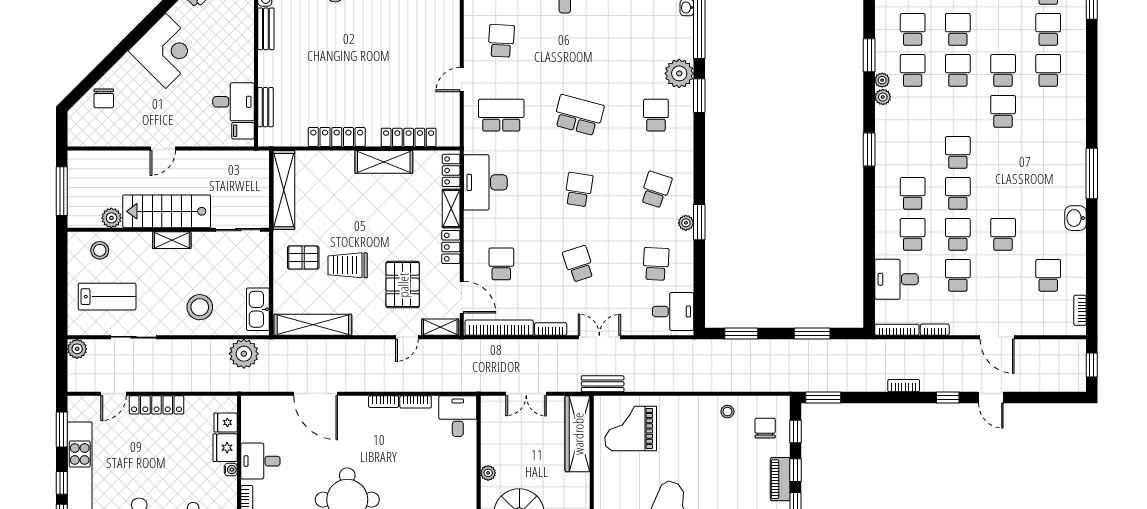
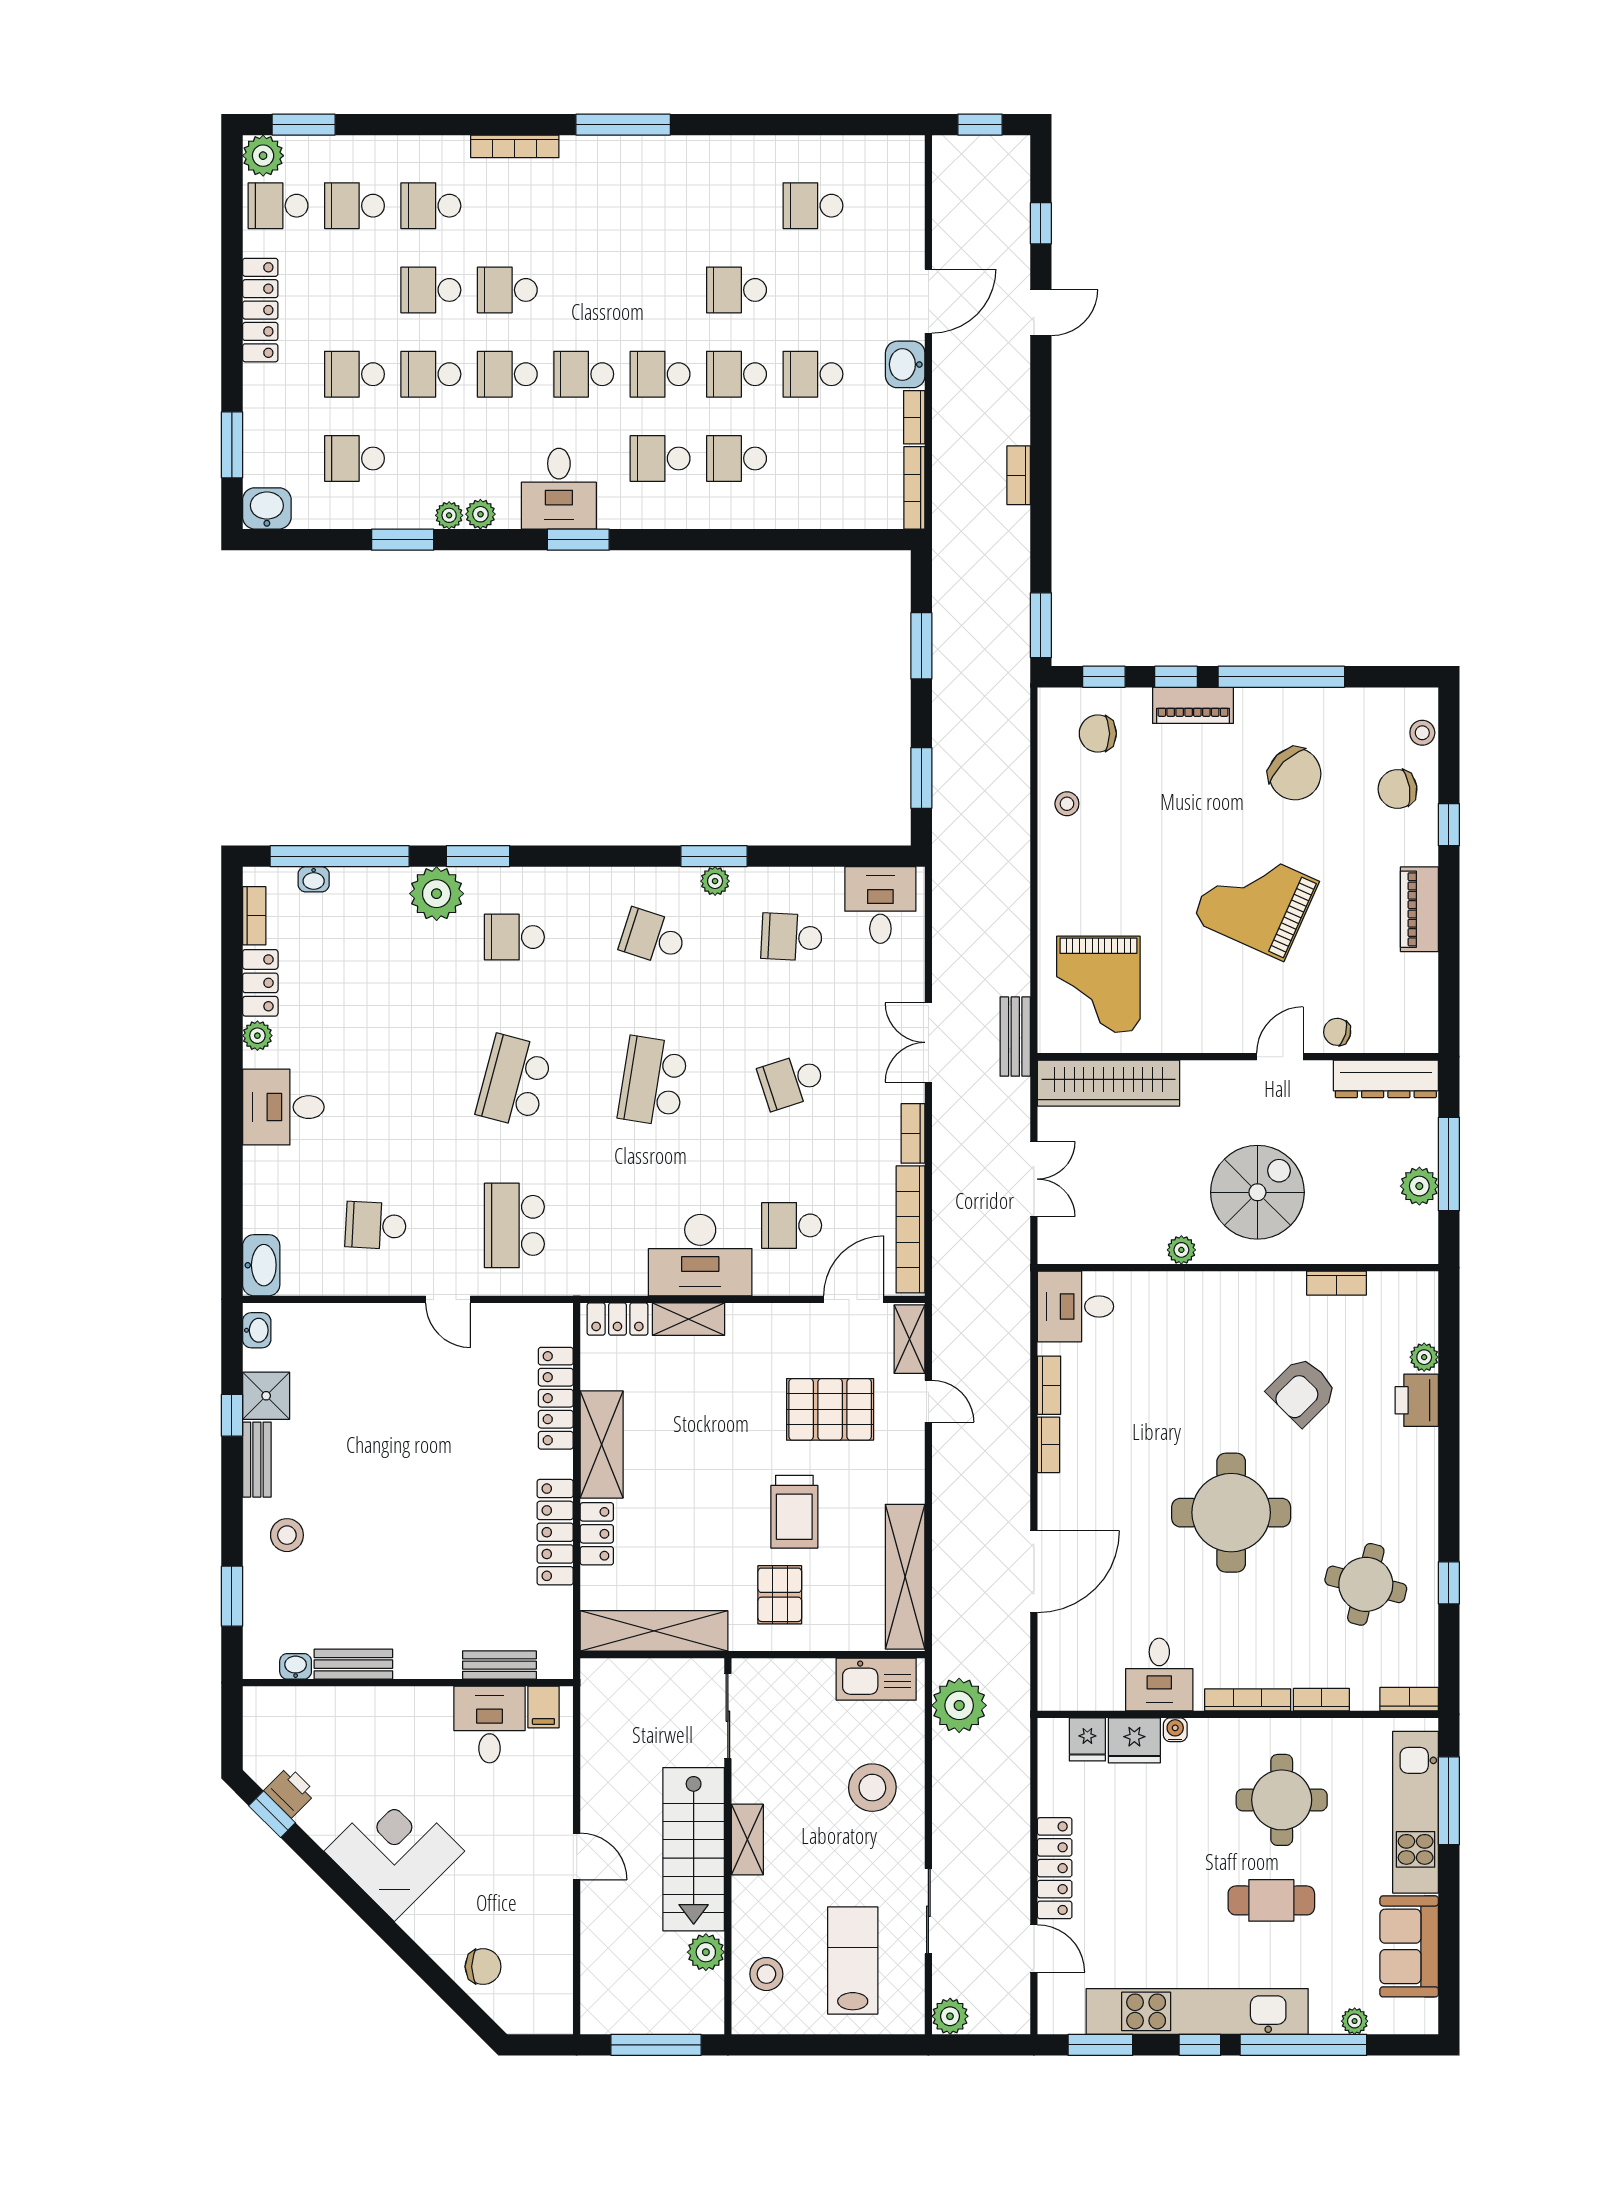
school desk: (913, 70) -> (507, 374), moved
desk: (485, 182) -> (700, 1255), moved
school desk: (579, 190) -> (653, 1081), width x1.85
washbasin: (1076, 218) -> (905, 364), moved, turned 90
locker: (451, 247) -> (597, 1534), moved, turned -90
desk: (896, 279) -> (559, 489), moved
bookcase: (1080, 310) -> (515, 146), moved, width x1.56
window: (948, 398) -> (1041, 223), moved

